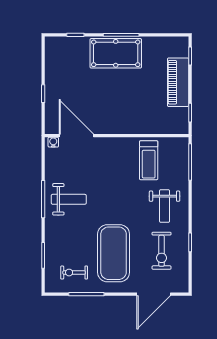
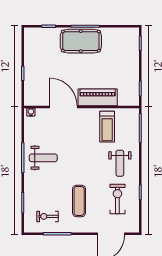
piano: (178, 82) -> (98, 97), moved, turned 90
door: (76, 136) -> (63, 107), moved
exercise bike: (162, 251) -> (117, 199), turned 180
exercise mat: (114, 253) -> (79, 201), width x0.50, depth x0.69

